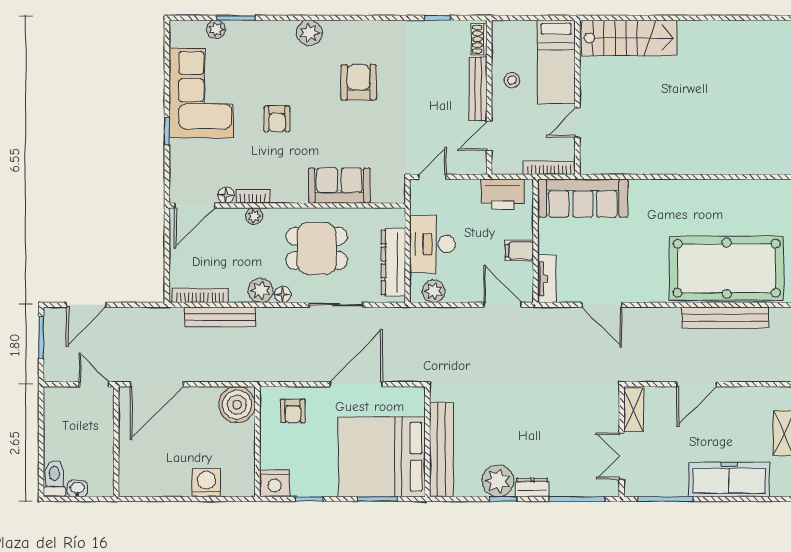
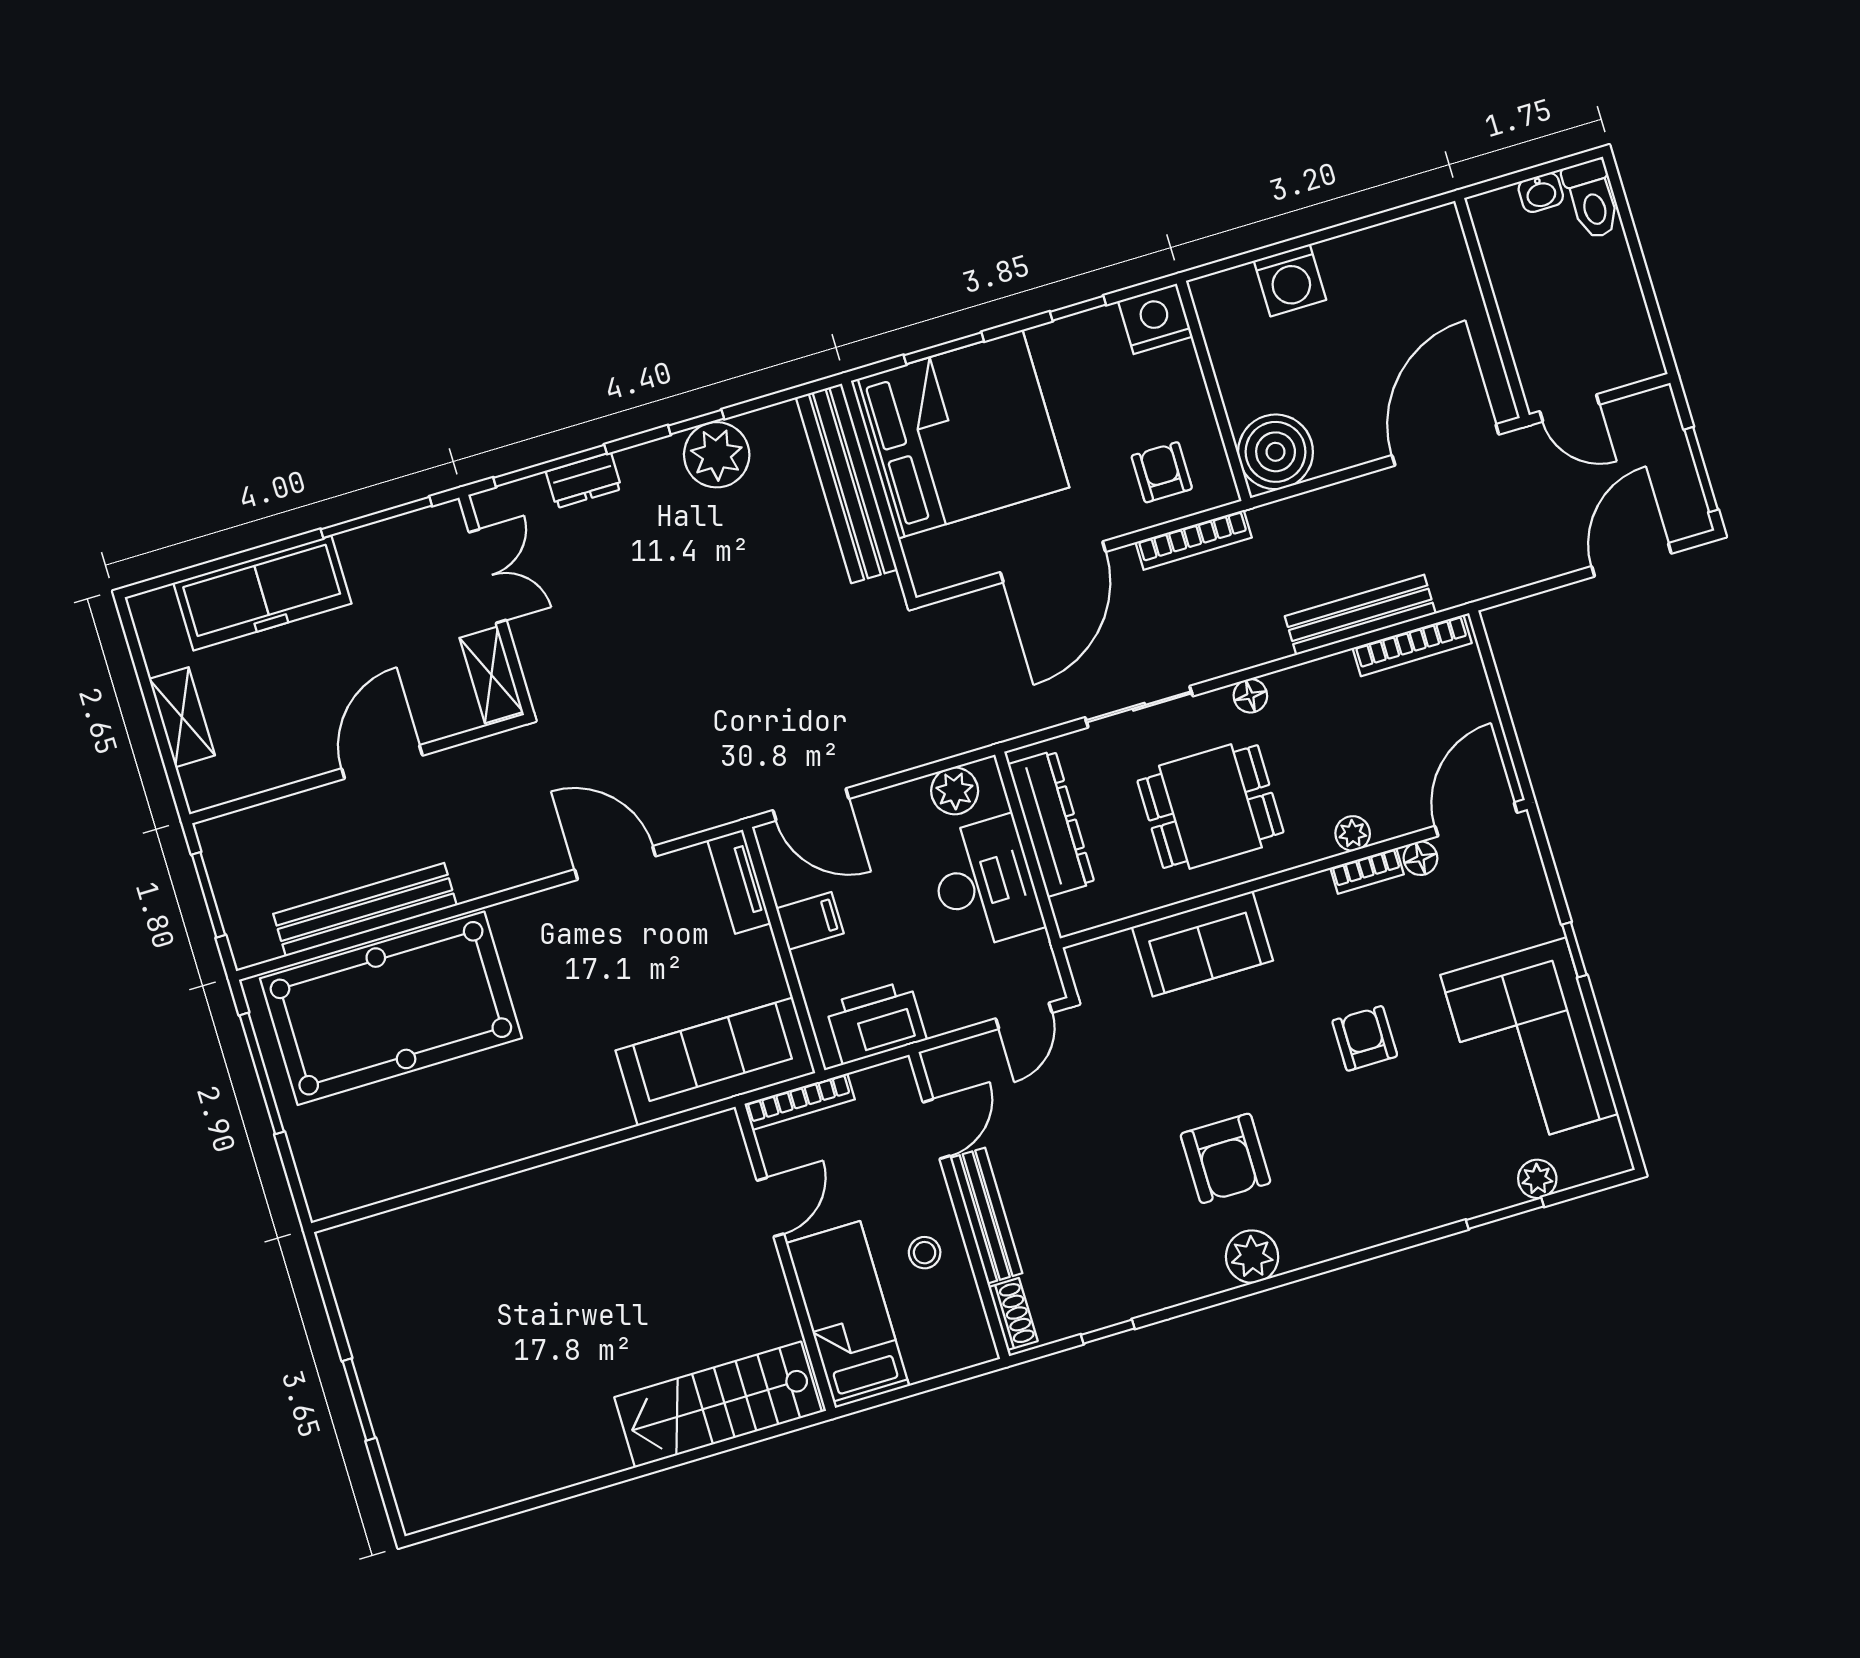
plant: (309, 33) -> (1252, 1257), moved
plant: (261, 290) -> (1296, 691), removed
bookcase: (287, 375) -> (1194, 540), added
dresser: (532, 487) -> (584, 480), moved

